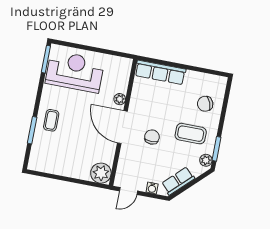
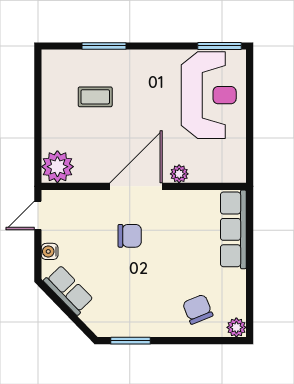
coffee table: (51, 120) -> (95, 97), moved
coffee table: (191, 134) -> (147, 295), removed
plant: (206, 160) -> (236, 327), moved
door: (128, 191) -> (38, 215), hinge flipped

